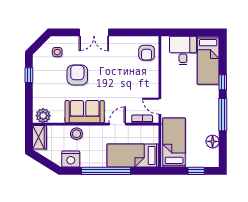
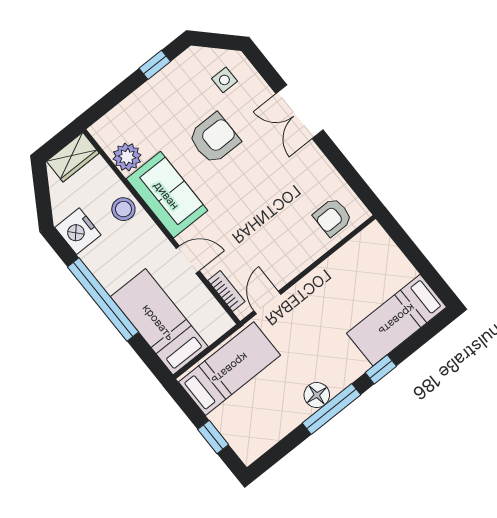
desk: (183, 50) -> (381, 270), removed
plant: (43, 116) -> (127, 157), moved
floor lamp: (213, 141) -> (317, 395), moved

